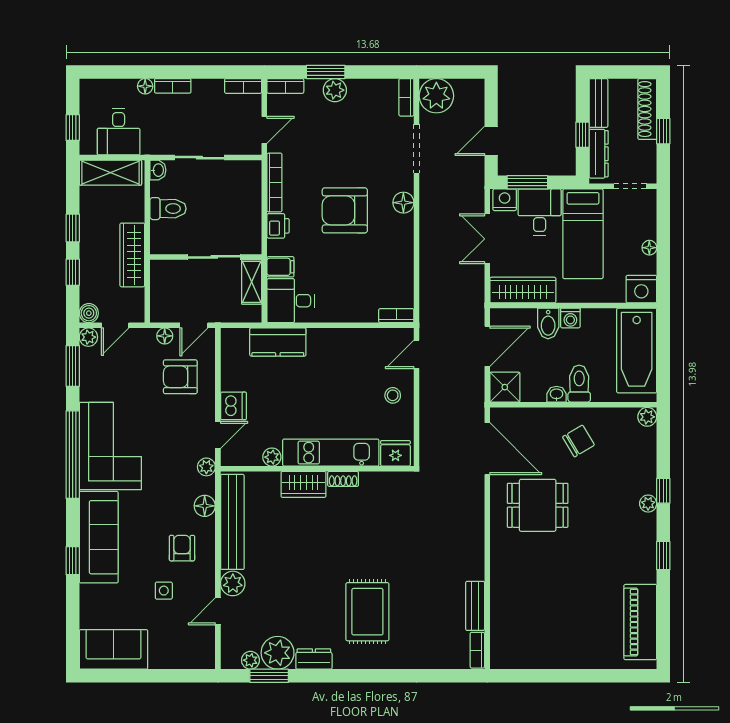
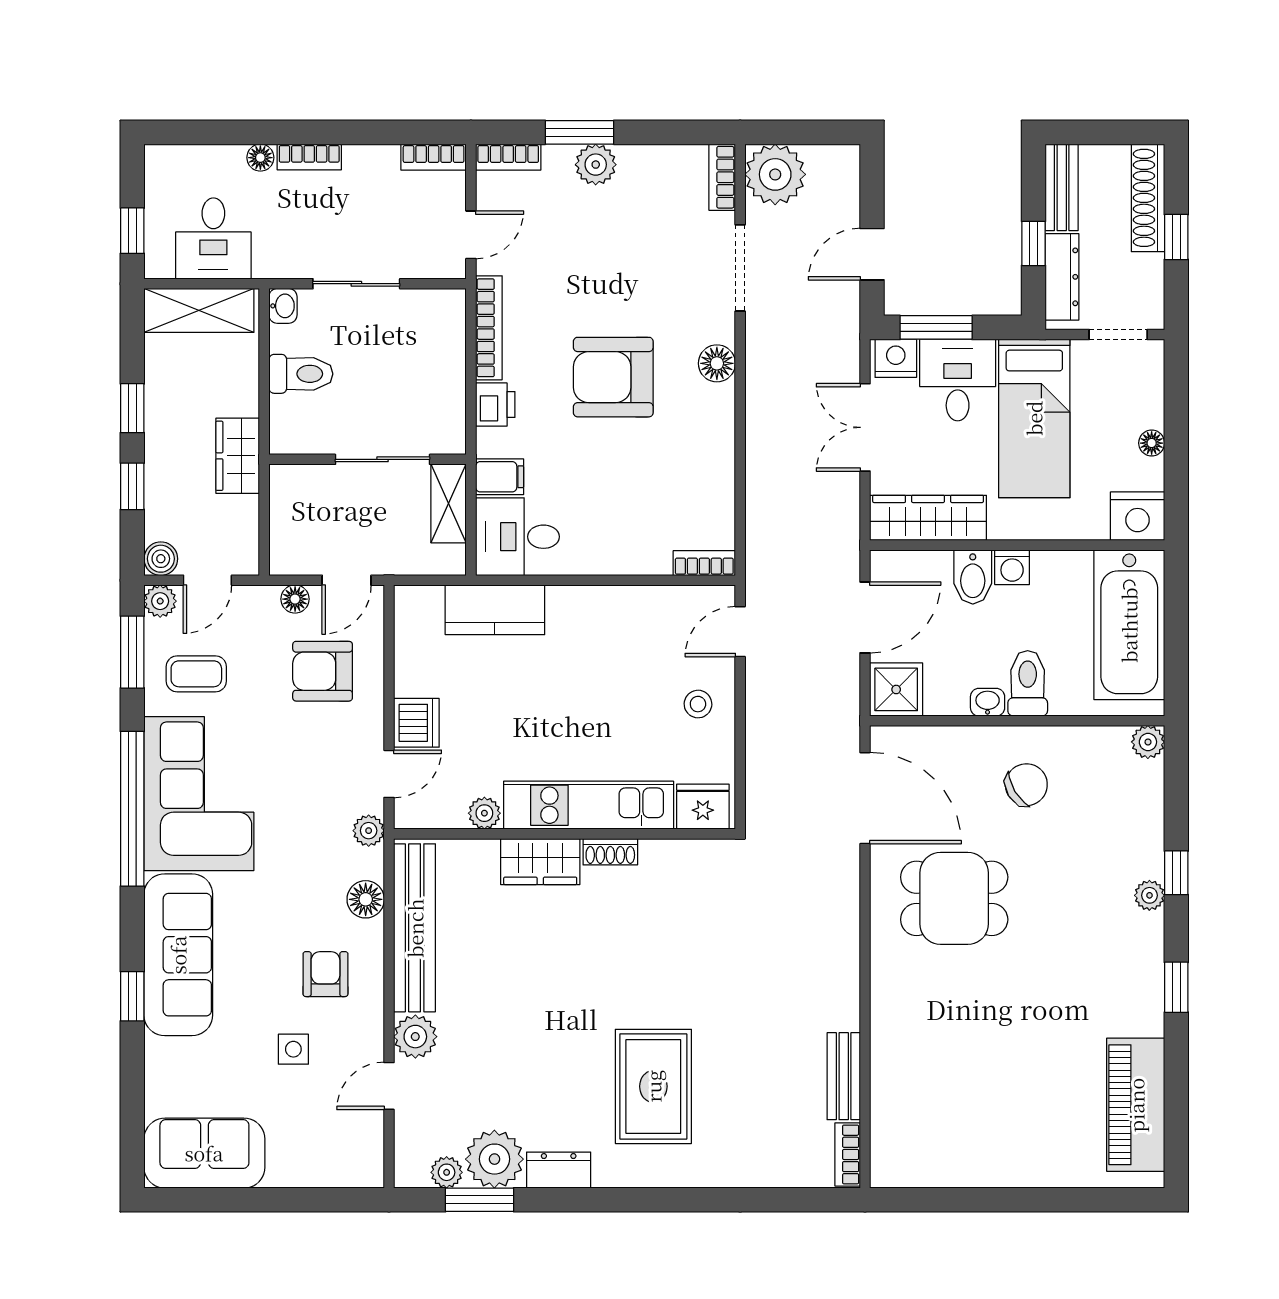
wardrobe: (132, 255) -> (238, 456), width x0.67
coffee table: (109, 378) -> (196, 674), added

